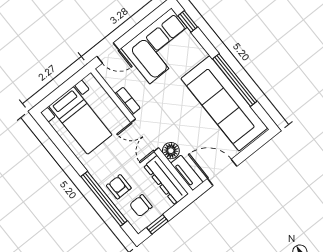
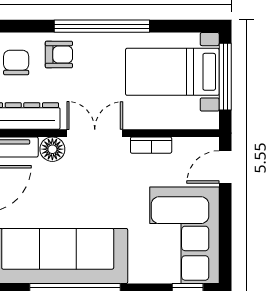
window: (61, 91) -> (225, 77), added
window: (104, 199) -> (102, 26), moved

